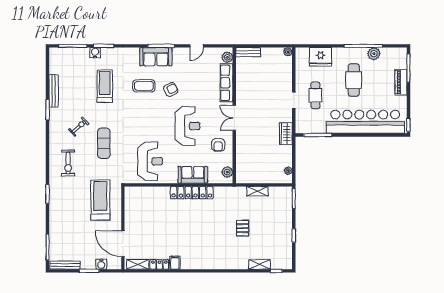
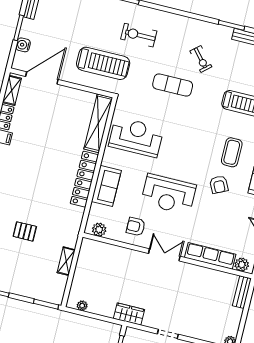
reception desk: (150, 161) -> (136, 137), turned 180
exercise bike: (68, 163) -> (139, 35), moved
shelving: (147, 193) -> (98, 123), added

